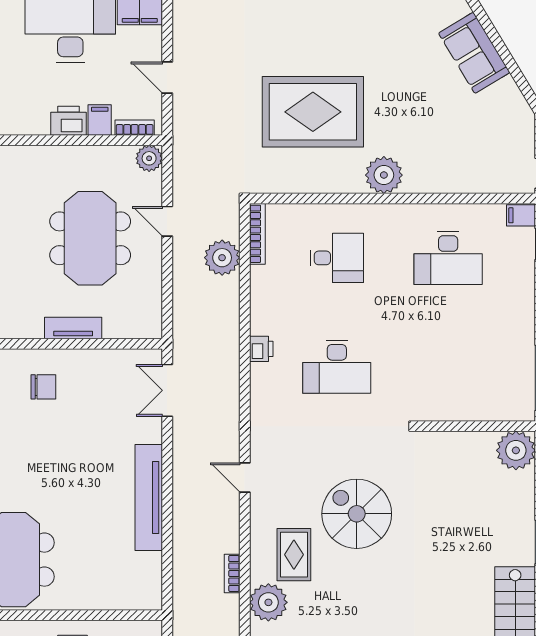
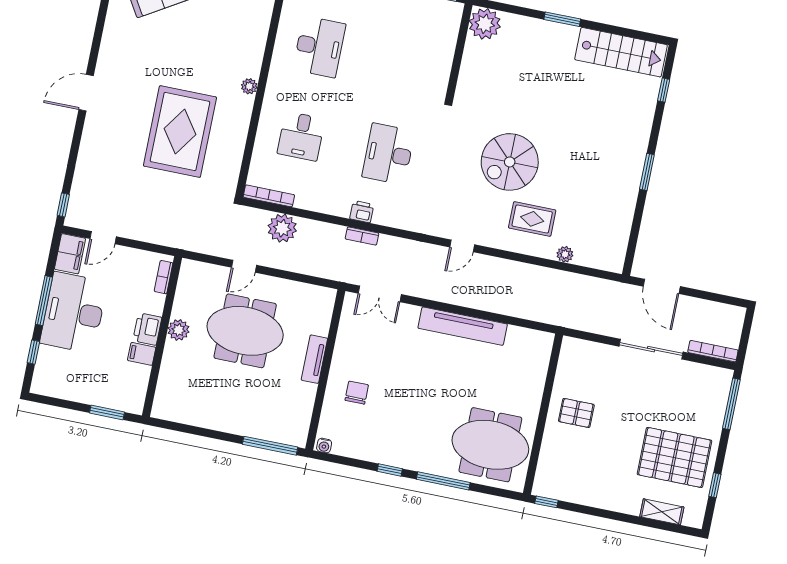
door: (167, 77) -> (103, 238), moved
filing cabinet: (100, 120) -> (142, 354), moved
plant: (149, 158) -> (178, 330), moved
plant: (384, 175) -> (249, 86), width x0.53, depth x0.53
desk: (337, 258) -> (301, 136), turned 180
desk: (337, 367) -> (388, 154), turned 180
bookcase: (232, 573) -> (362, 236), moved
plant: (268, 602) -> (565, 254), width x0.53, depth x0.53

